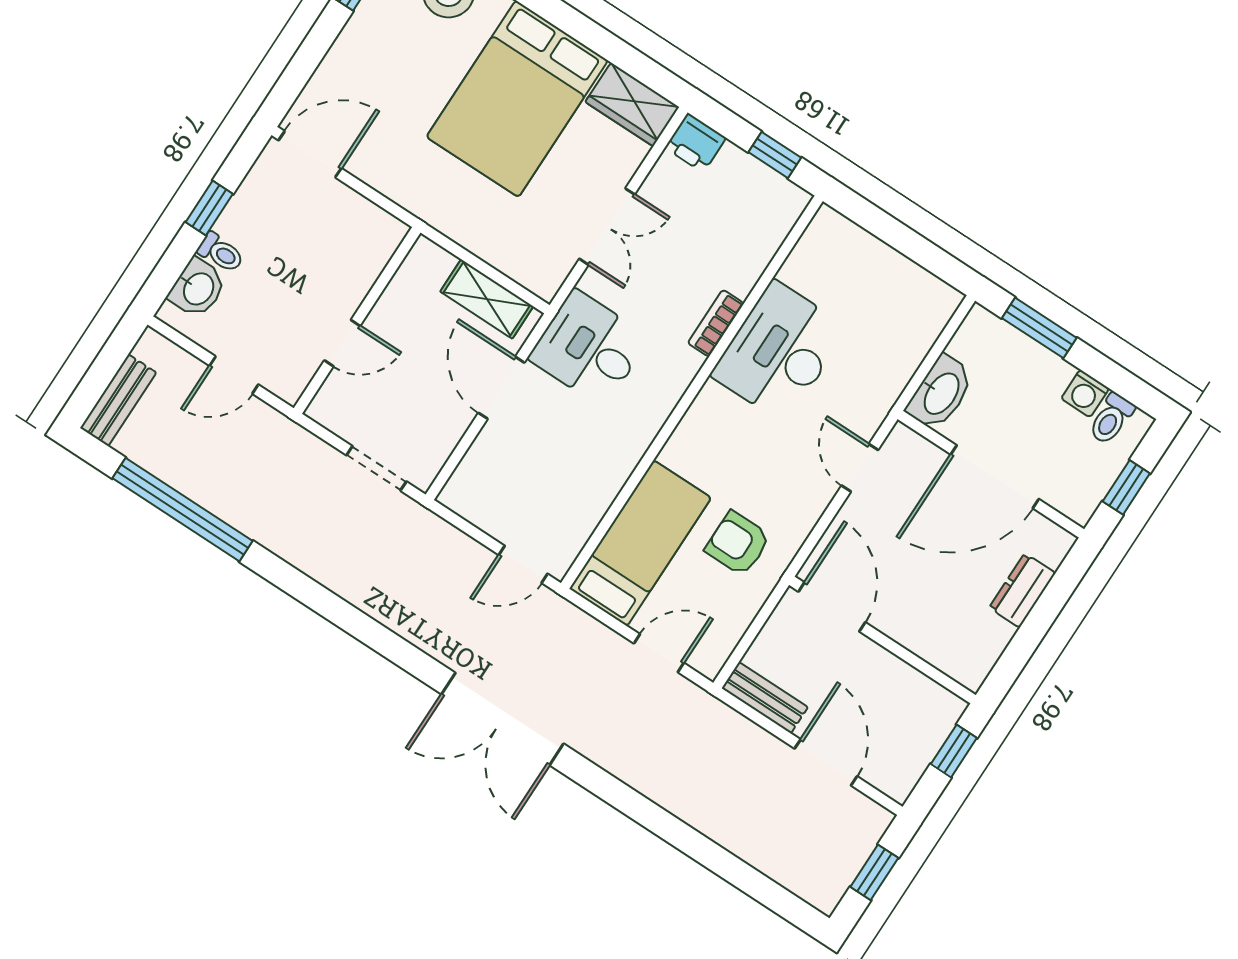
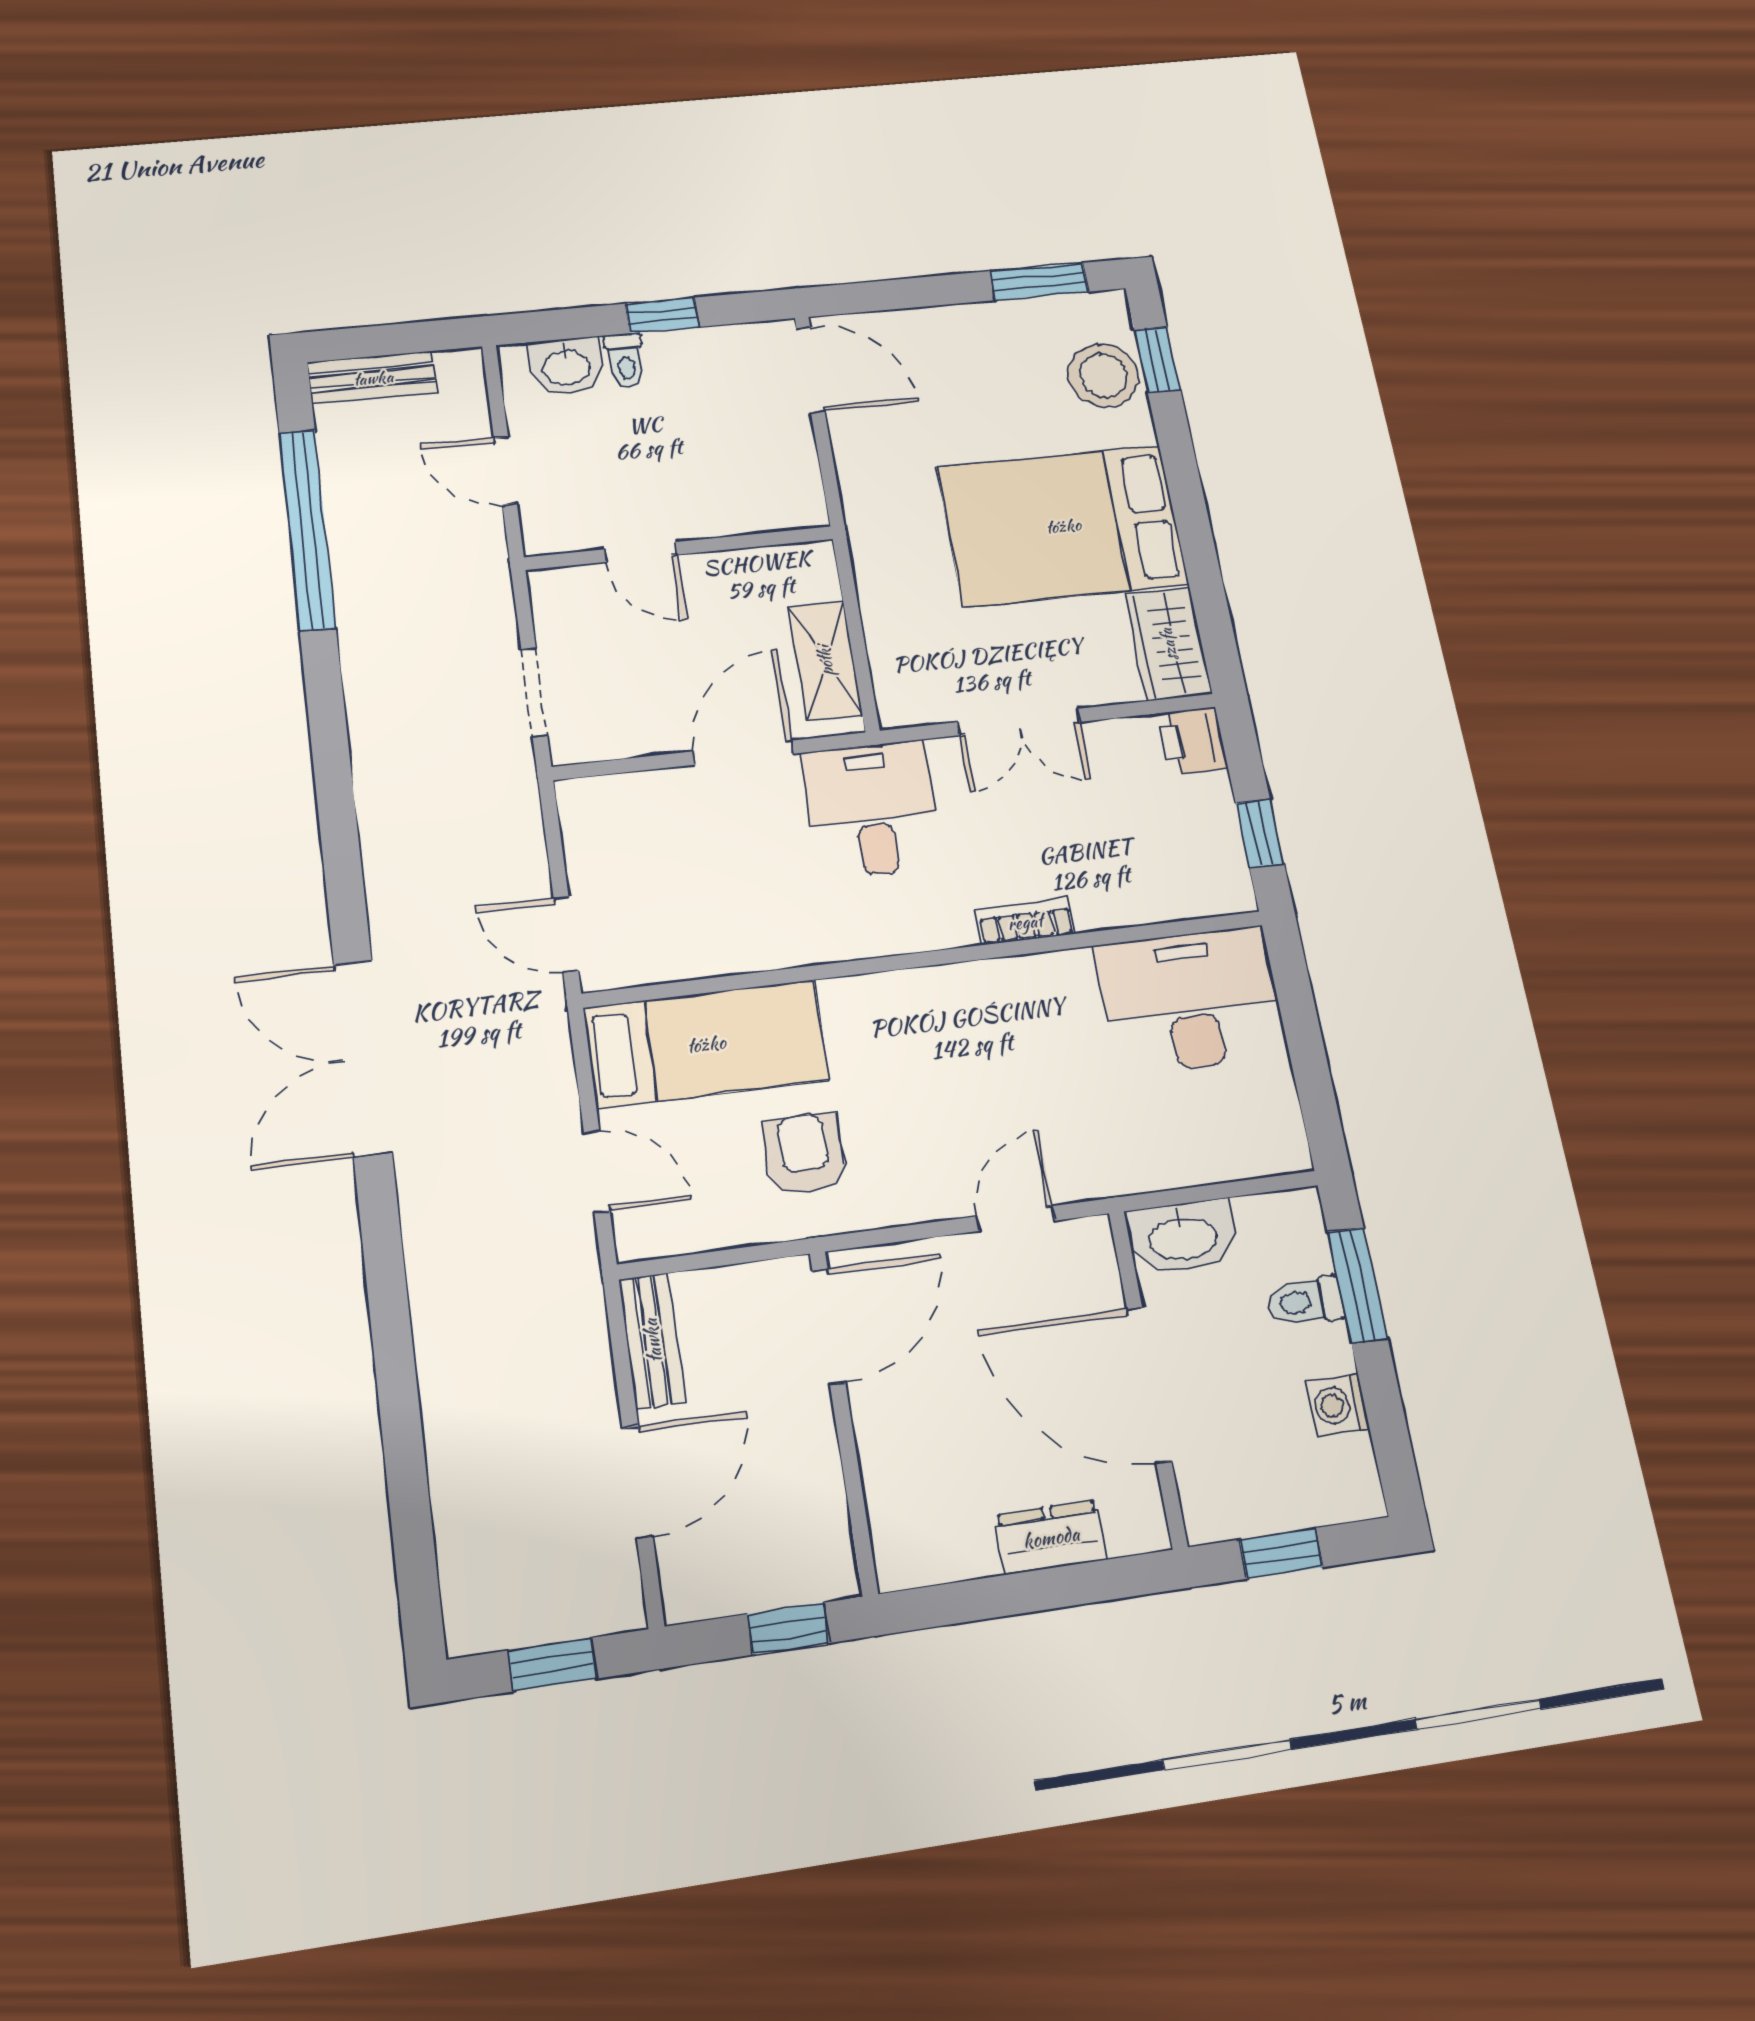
desk: (779, 352) -> (1190, 1000), moved
toilet: (1111, 419) -> (1305, 1301), moved

